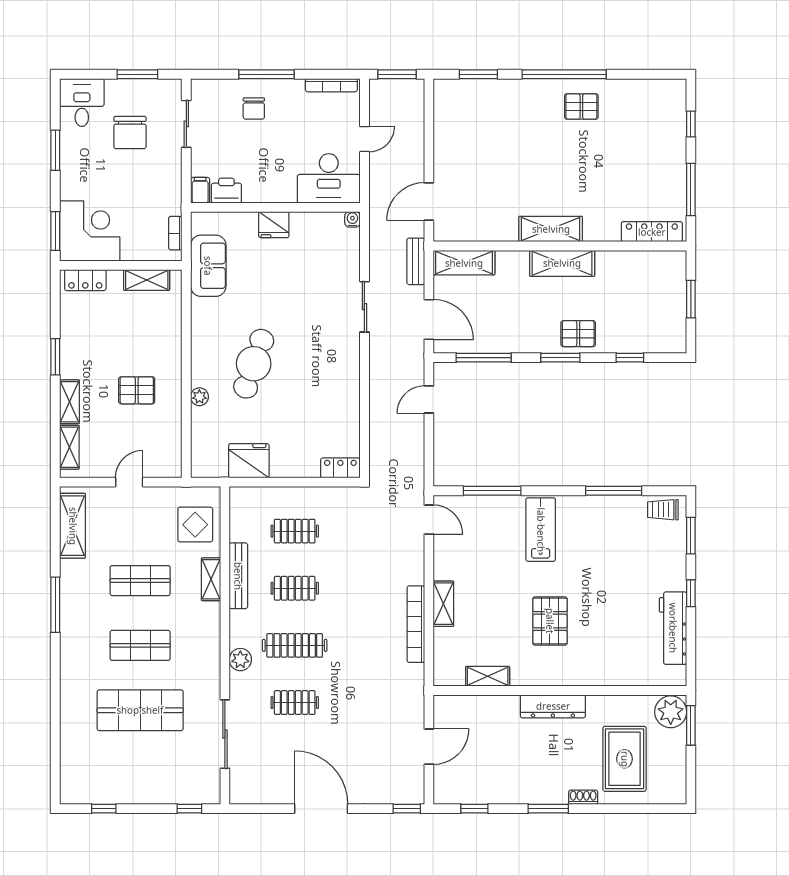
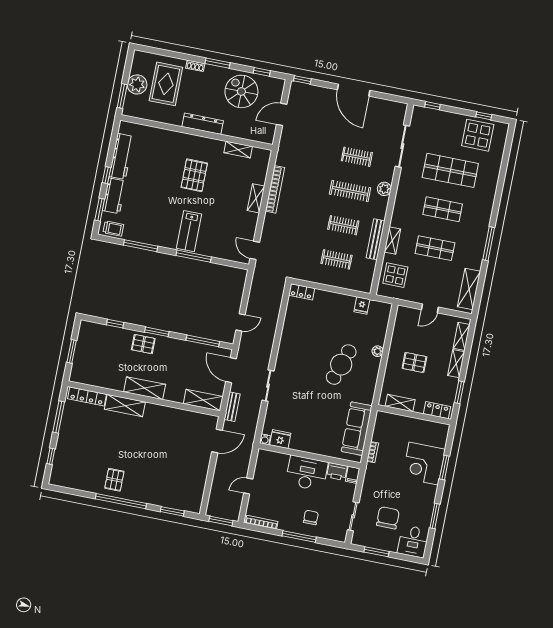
pallet: (581, 106) -> (114, 480), turned 90
desk: (329, 178) -> (307, 473), moved
fridge: (274, 225) -> (280, 439), moved
shelving: (551, 229) -> (125, 406), moved
wall: (121, 265) -> (414, 415), moved
sofa: (208, 266) -> (357, 429), width x1.36
locker: (85, 280) -> (437, 410), moved
shelving: (147, 280) -> (400, 403), moved
fridge: (249, 461) -> (362, 306), width x0.53, depth x0.75
window: (492, 491) -> (194, 256), moved
workbench: (672, 563) -> (114, 196), added
plant: (671, 712) -> (137, 84), moved
spiral stairs: (501, 771) -> (241, 91), added
display table: (107, 776) -> (478, 135), added

